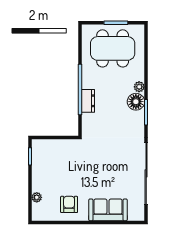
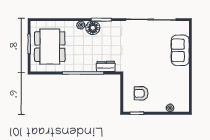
dresser: (88, 101) -> (106, 66), moved
armchair: (69, 204) -> (141, 93), moved

